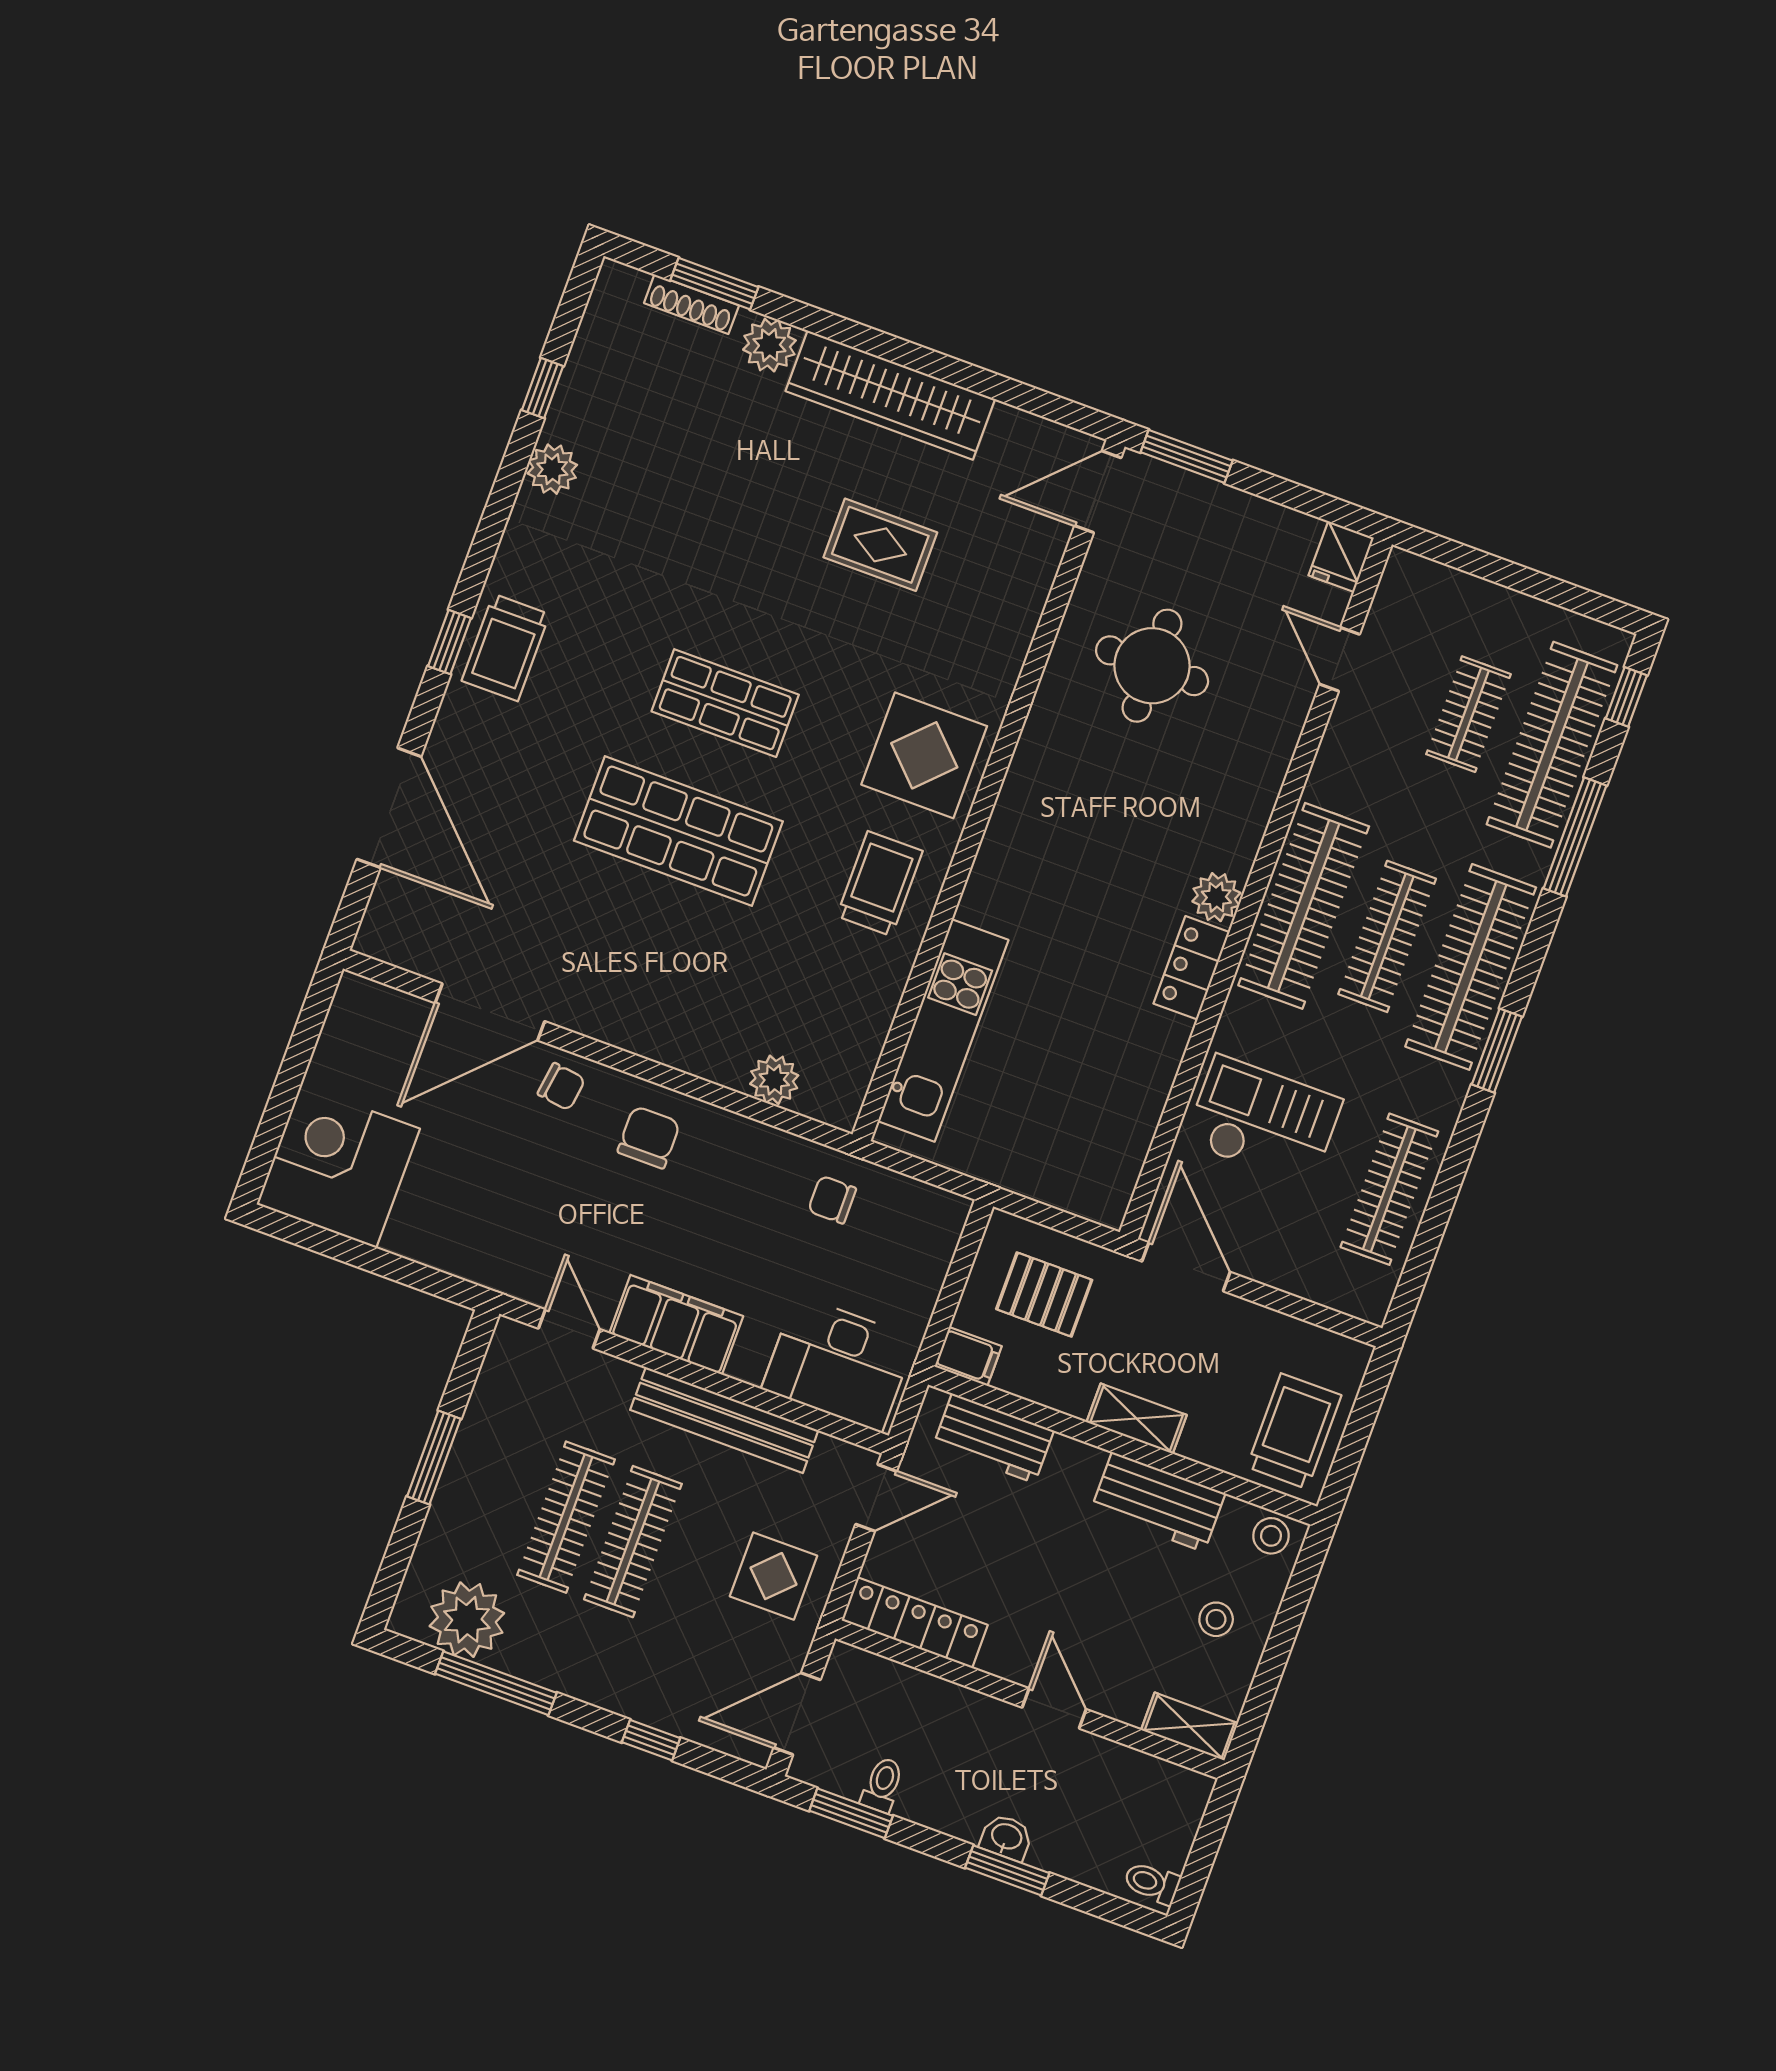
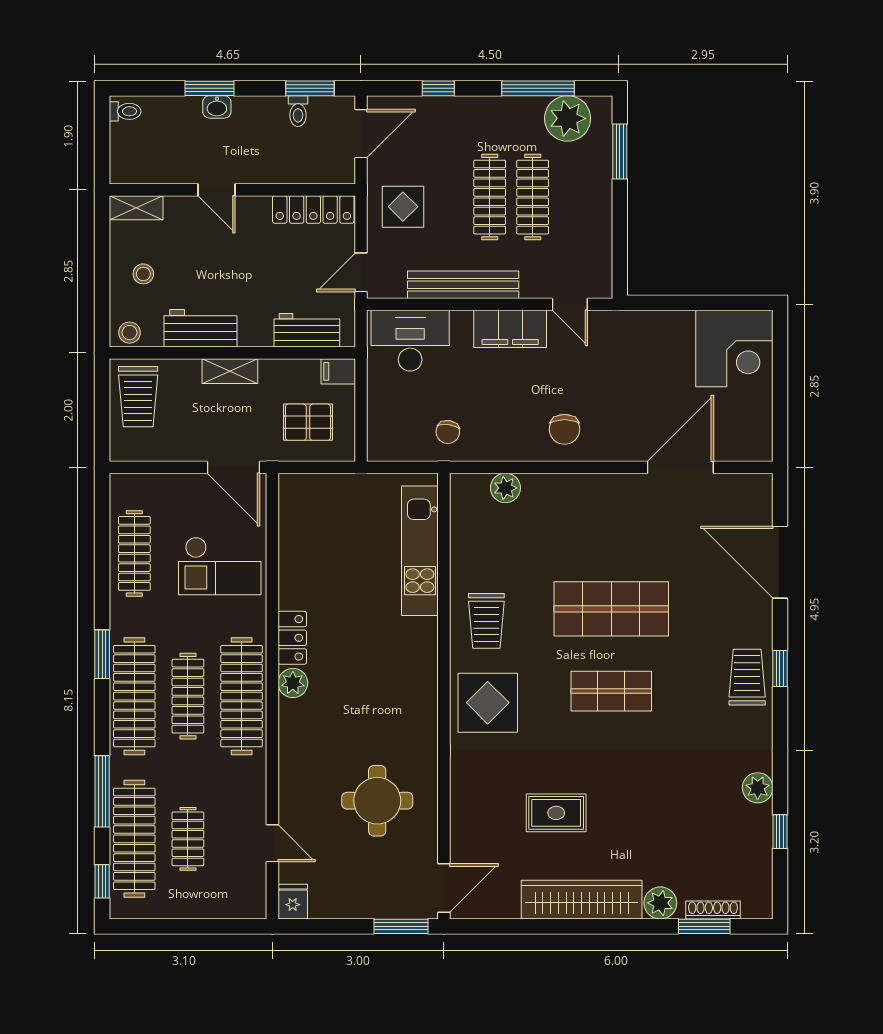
chair: (561, 1087) -> (625, 440), removed
chair: (832, 1200) -> (448, 432), turned 98
window: (434, 1458) -> (620, 152), moved

